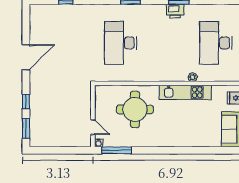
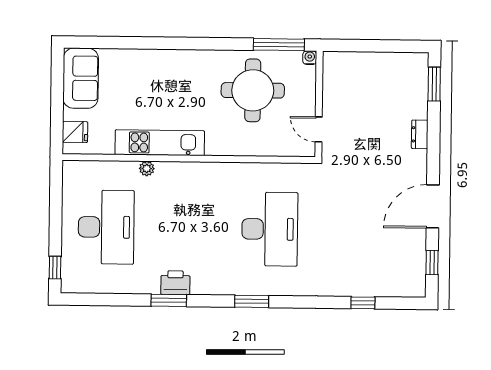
dresser: (34, 99) -> (420, 134), added
window: (26, 101) -> (432, 263), moved
round table: (135, 109) -> (253, 90), moved
door: (93, 127) -> (319, 129), moved

